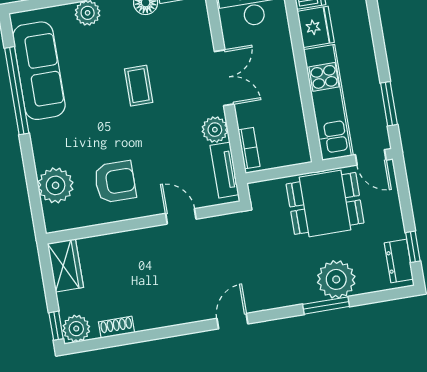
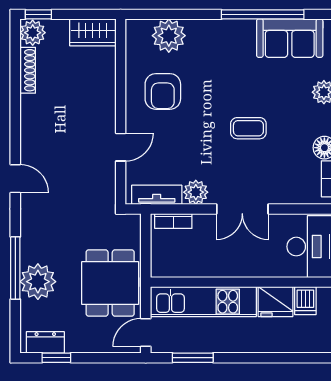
sofa: (39, 71) -> (290, 38), width x0.73
window: (326, 305) -> (15, 268), width x1.44
shoe rack: (117, 327) -> (28, 70), width x1.43

